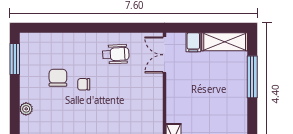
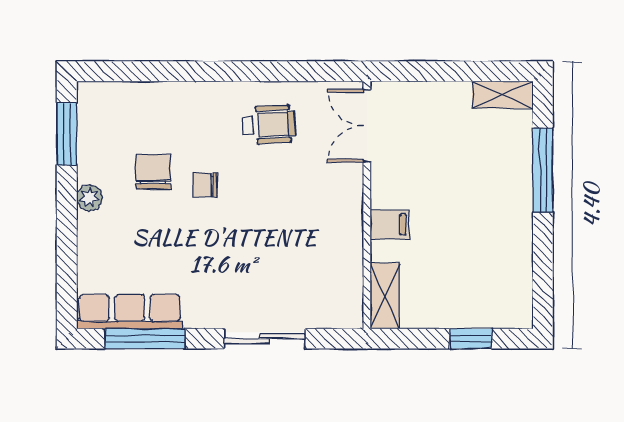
filing cabinet: (193, 42) -> (389, 225), moved, turned -90
shelving: (225, 42) -> (503, 95), width x0.67, depth x0.75
plant: (26, 109) -> (89, 198), moved

